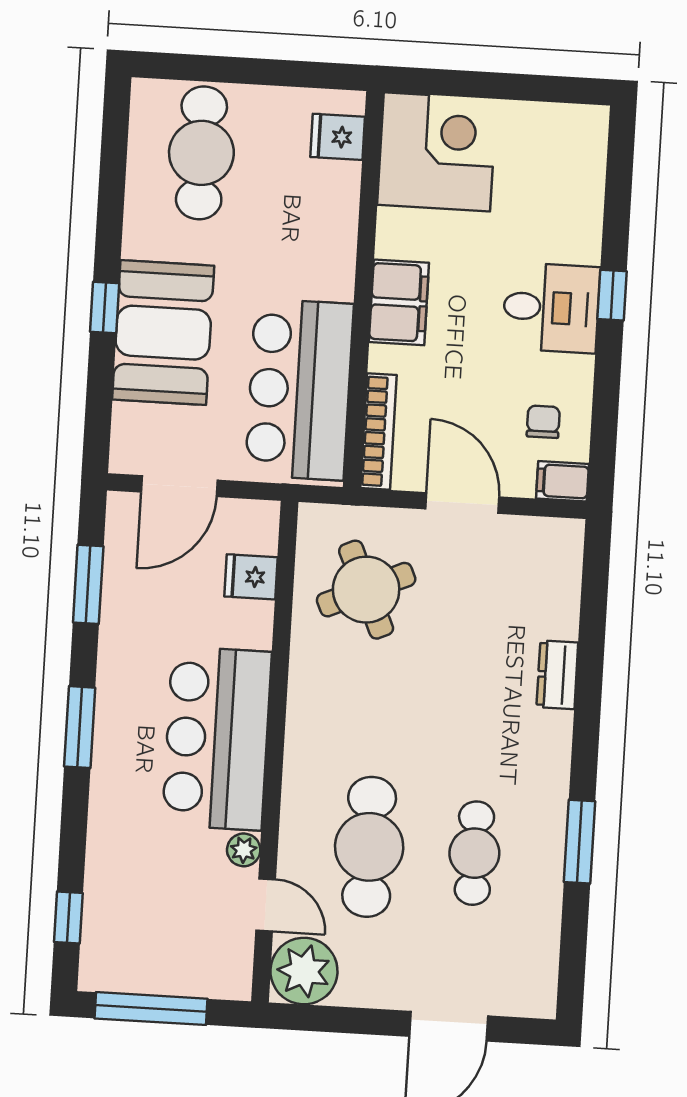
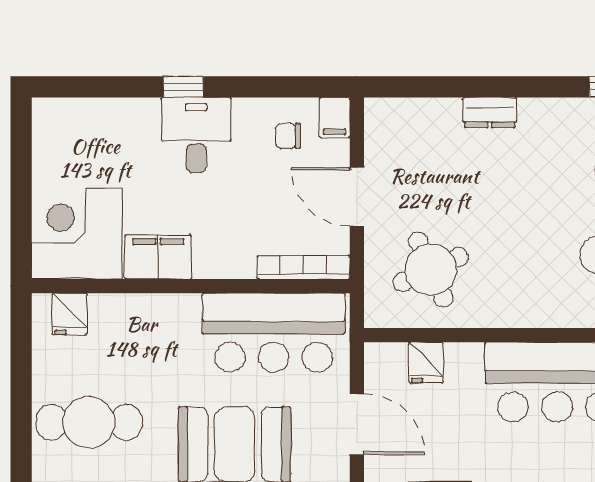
filing cabinet: (399, 302) -> (158, 257), moved
door: (462, 503) -> (357, 197), hinge flipped

